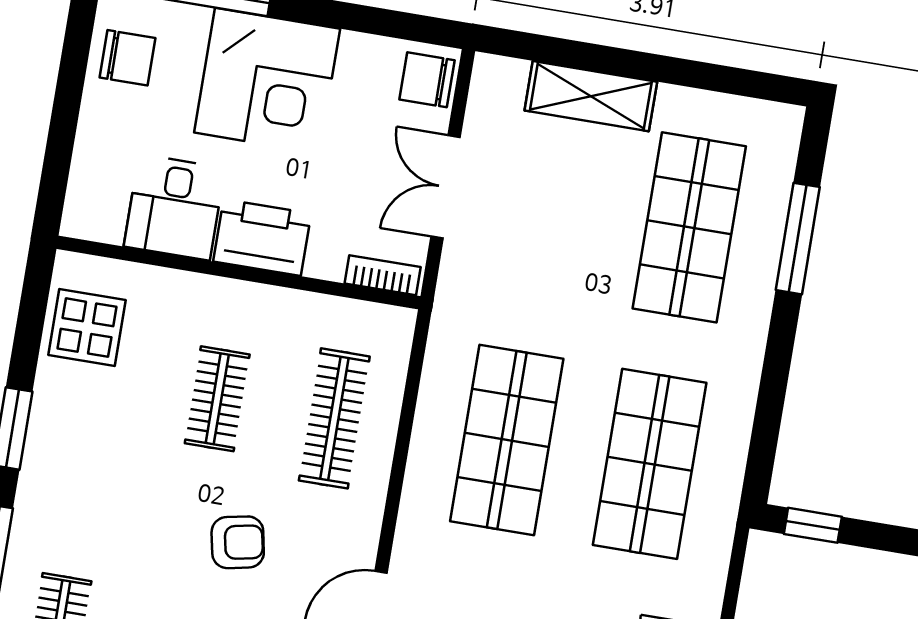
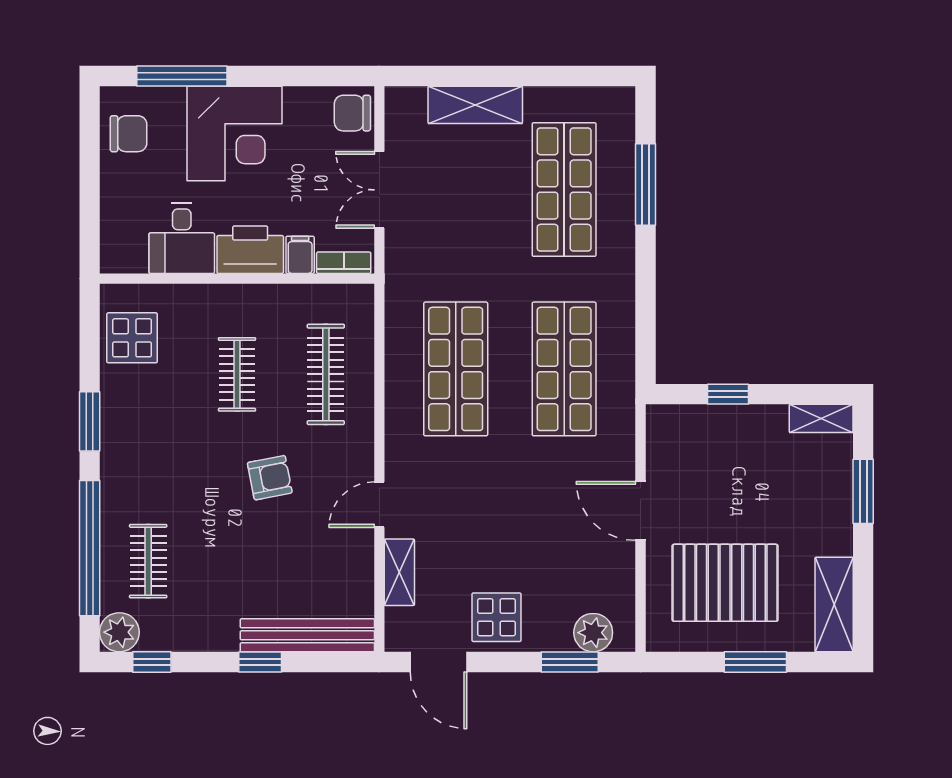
filing cabinet: (327, 255) -> (300, 255), added
window: (813, 525) -> (728, 394), moved

